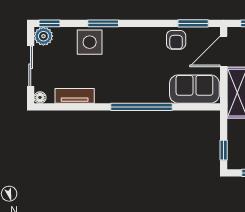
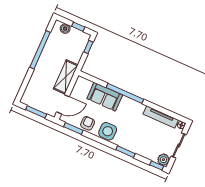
side table: (90, 42) -> (108, 131), moved
sofa: (194, 89) -> (105, 97), moved
tv unit: (75, 96) -> (161, 117), width x1.41

